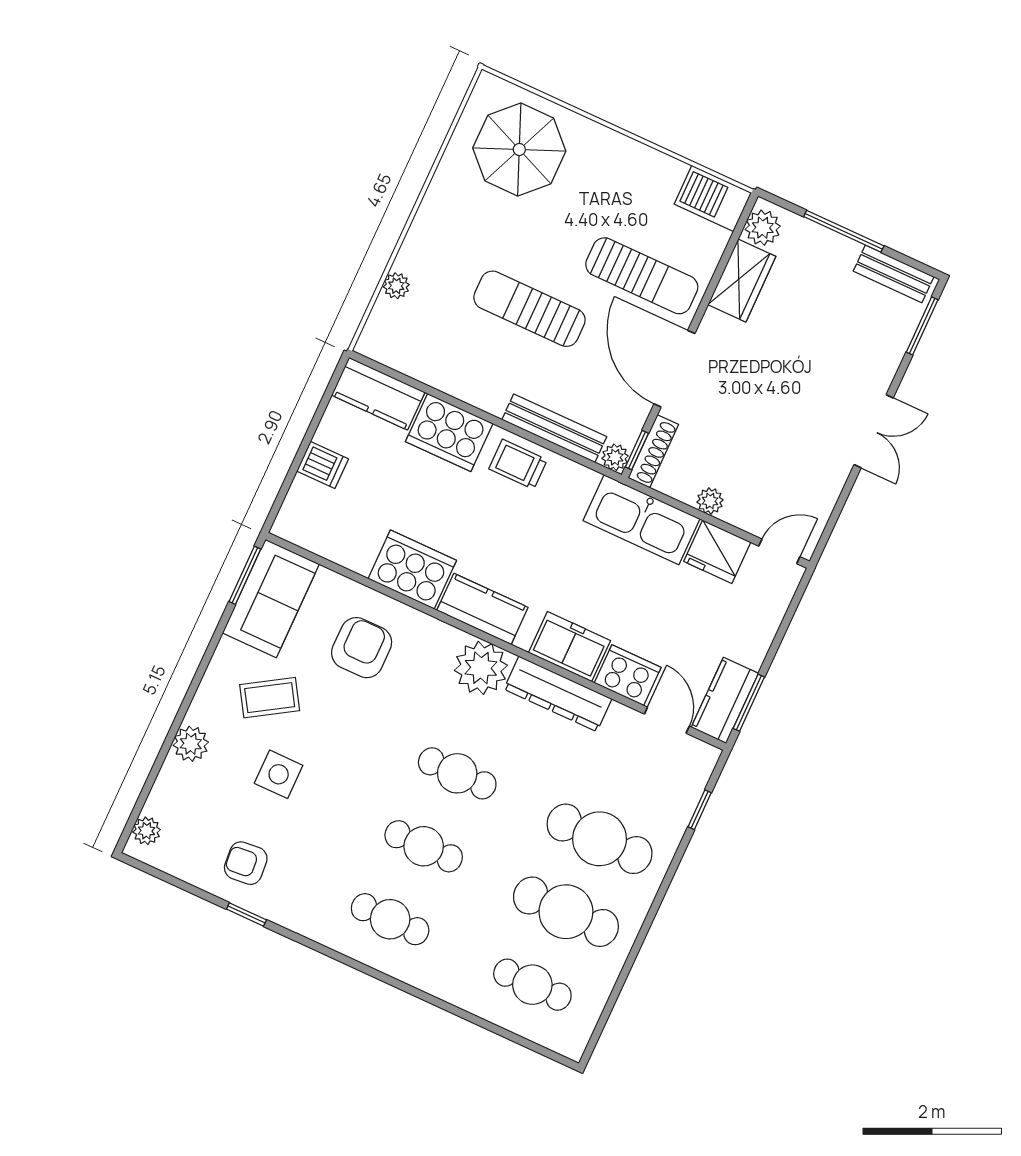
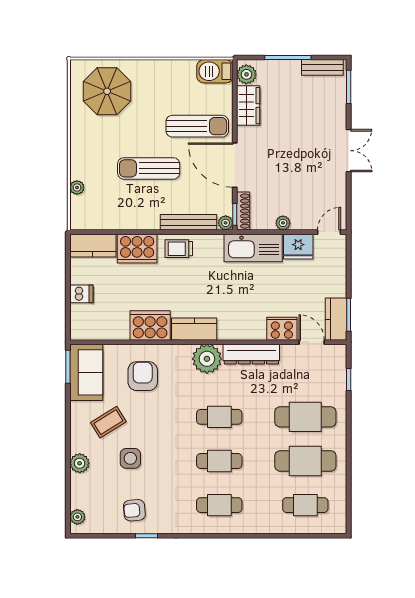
freezer: (569, 647) -> (246, 328), removed

